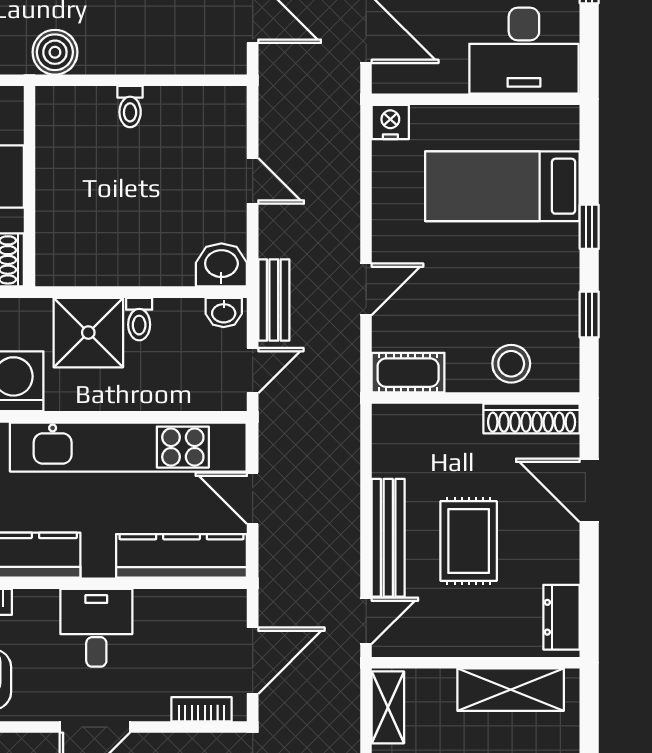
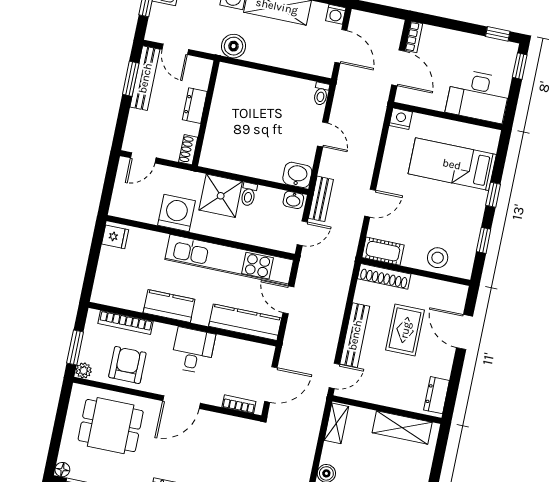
toilet: (130, 107) -> (321, 94), moved
shoe rack: (532, 419) -> (384, 276), moved
rug: (469, 541) -> (405, 330), moved

